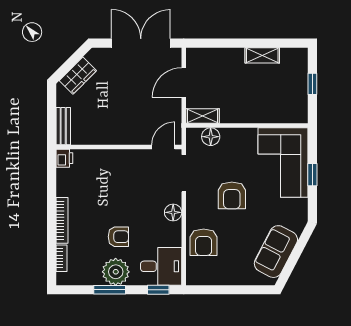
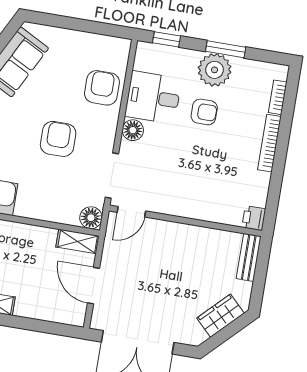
door: (184, 83) -> (93, 286), swing flipped
floor lamp: (211, 137) -> (91, 218), moved
armchair: (118, 237) -> (204, 112), turned 180
desk: (161, 266) -> (153, 97), moved

